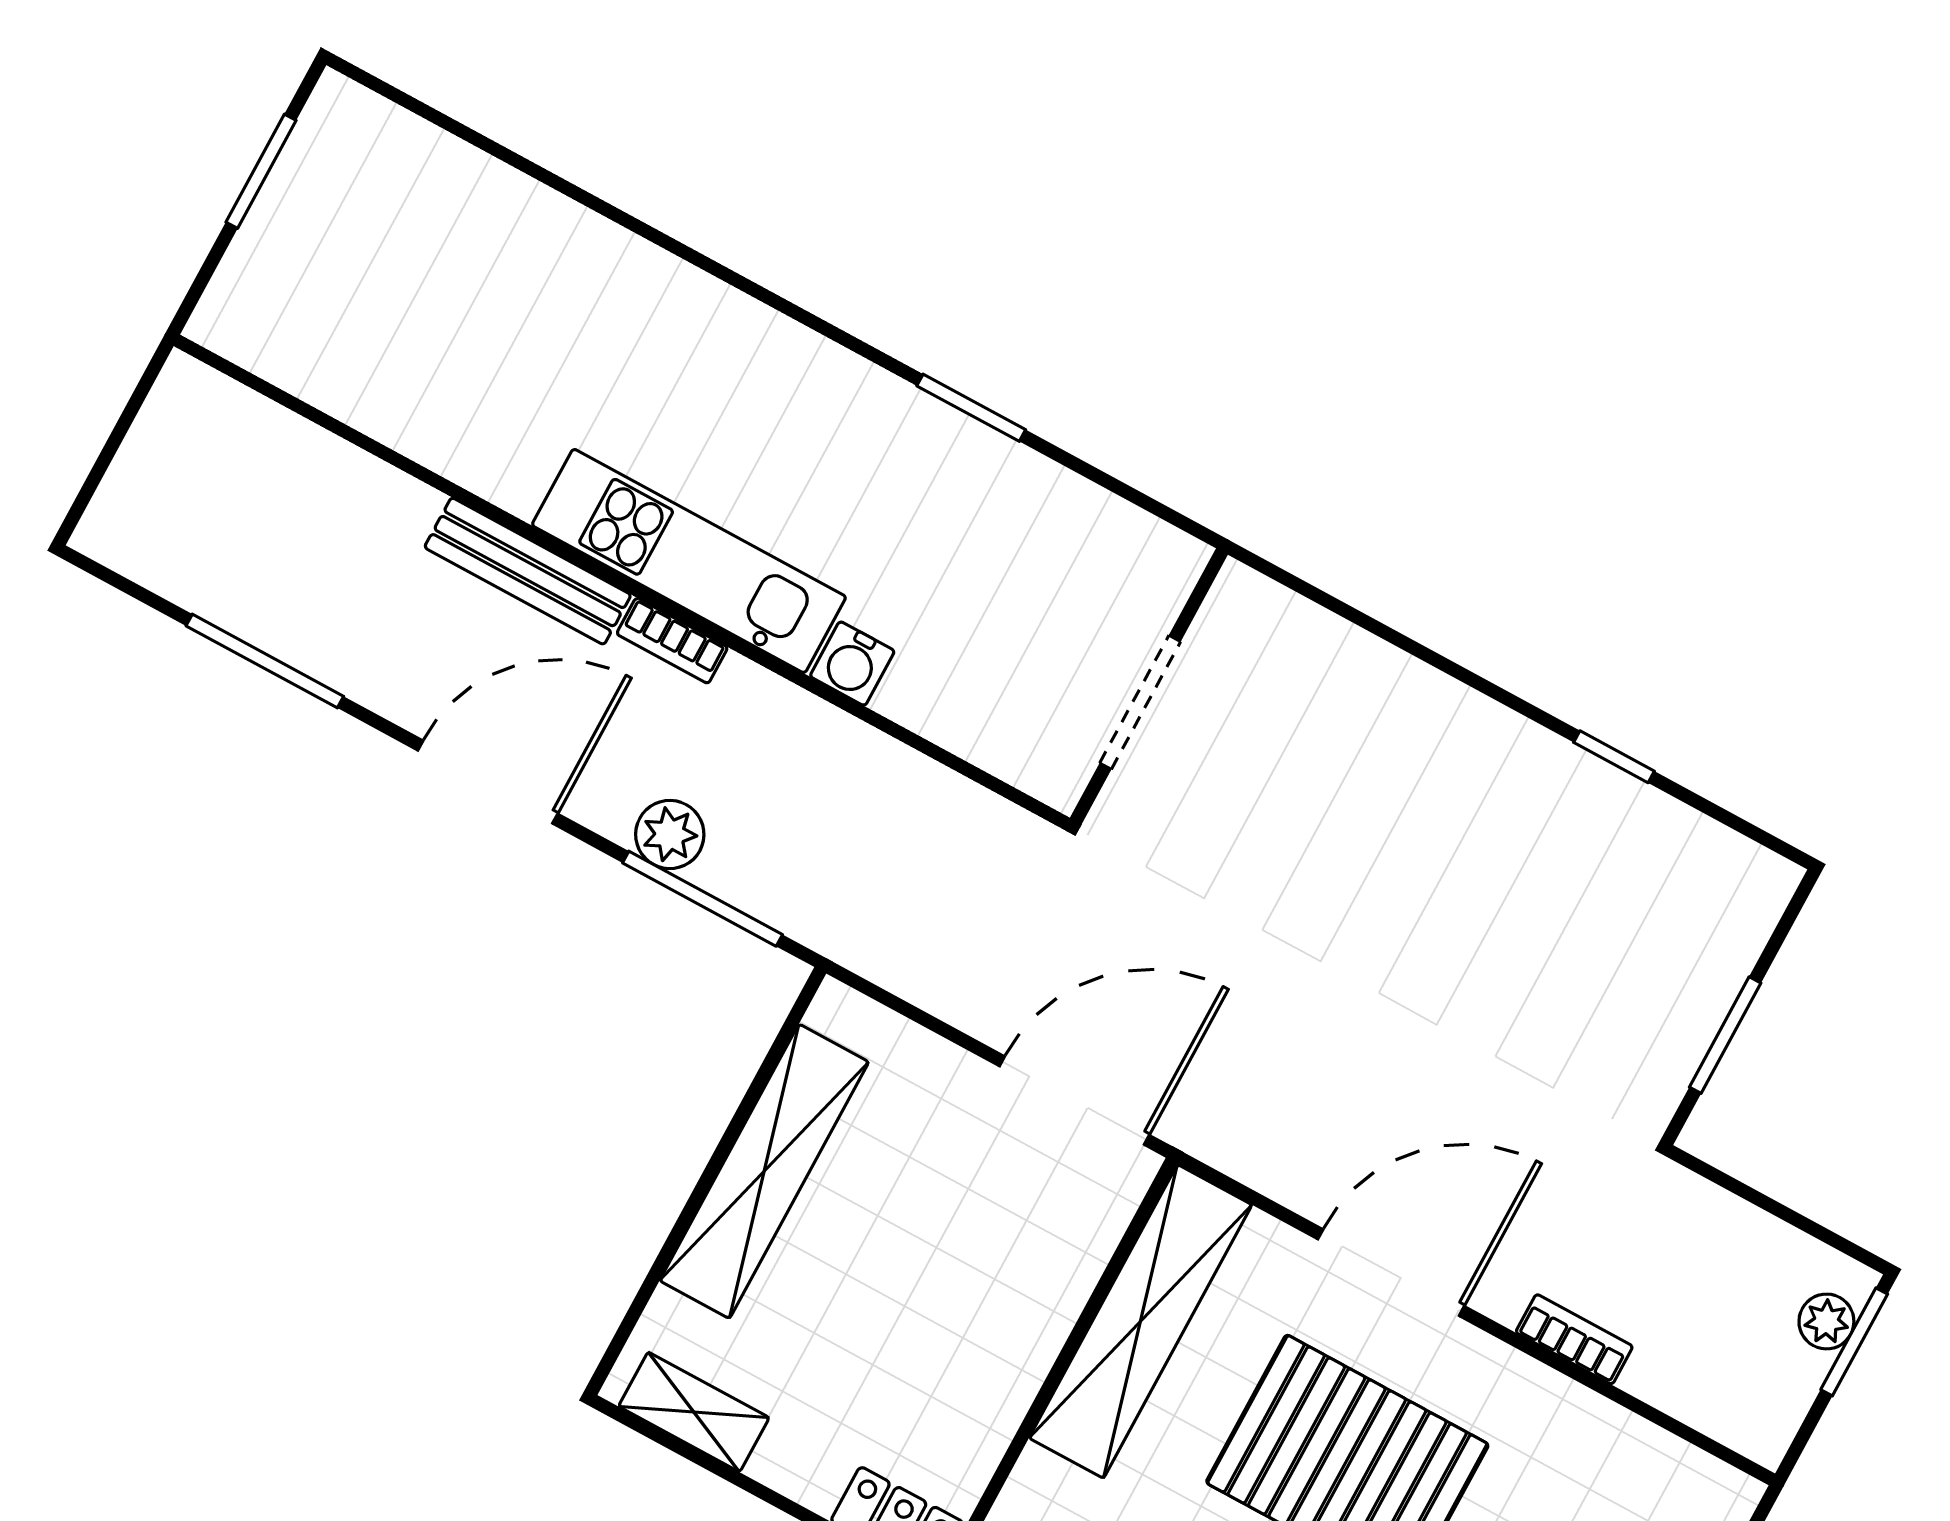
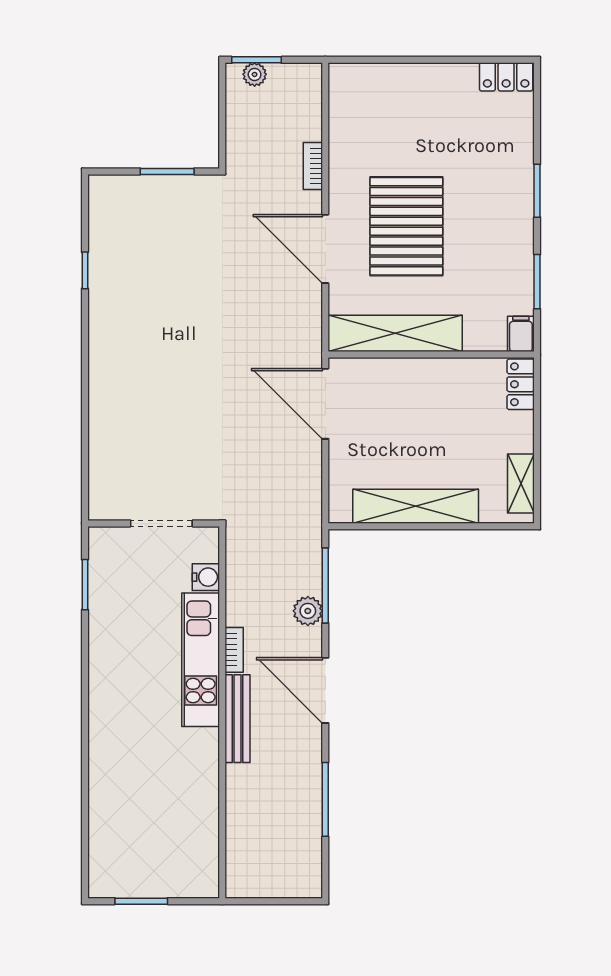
wall: (1149, 686) -> (154, 523), moved
doorway: (1140, 702) -> (161, 523), moved

